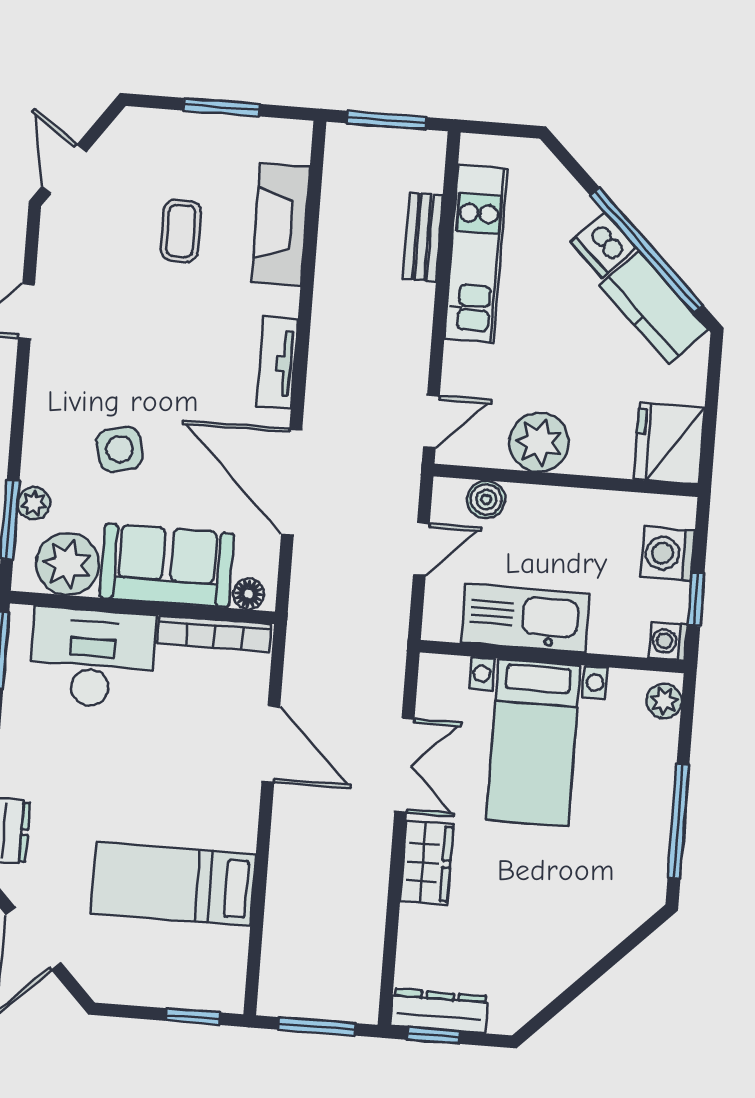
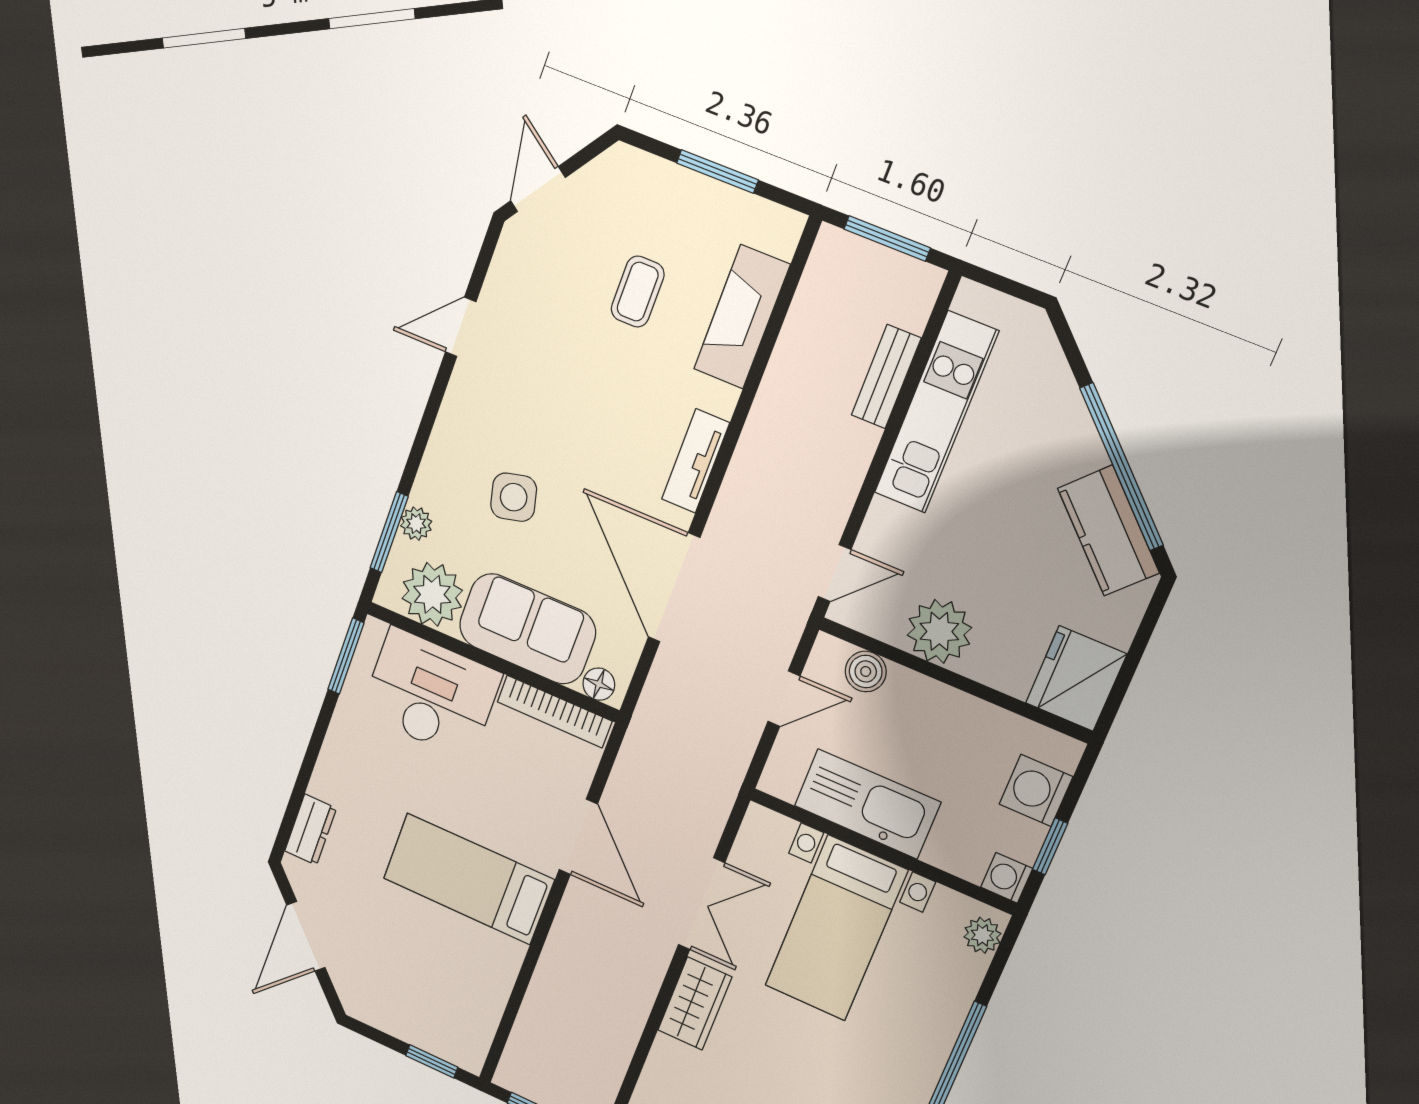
dishwasher: (603, 245) -> (1076, 446), removed
bed: (173, 884) -> (469, 879), moved

